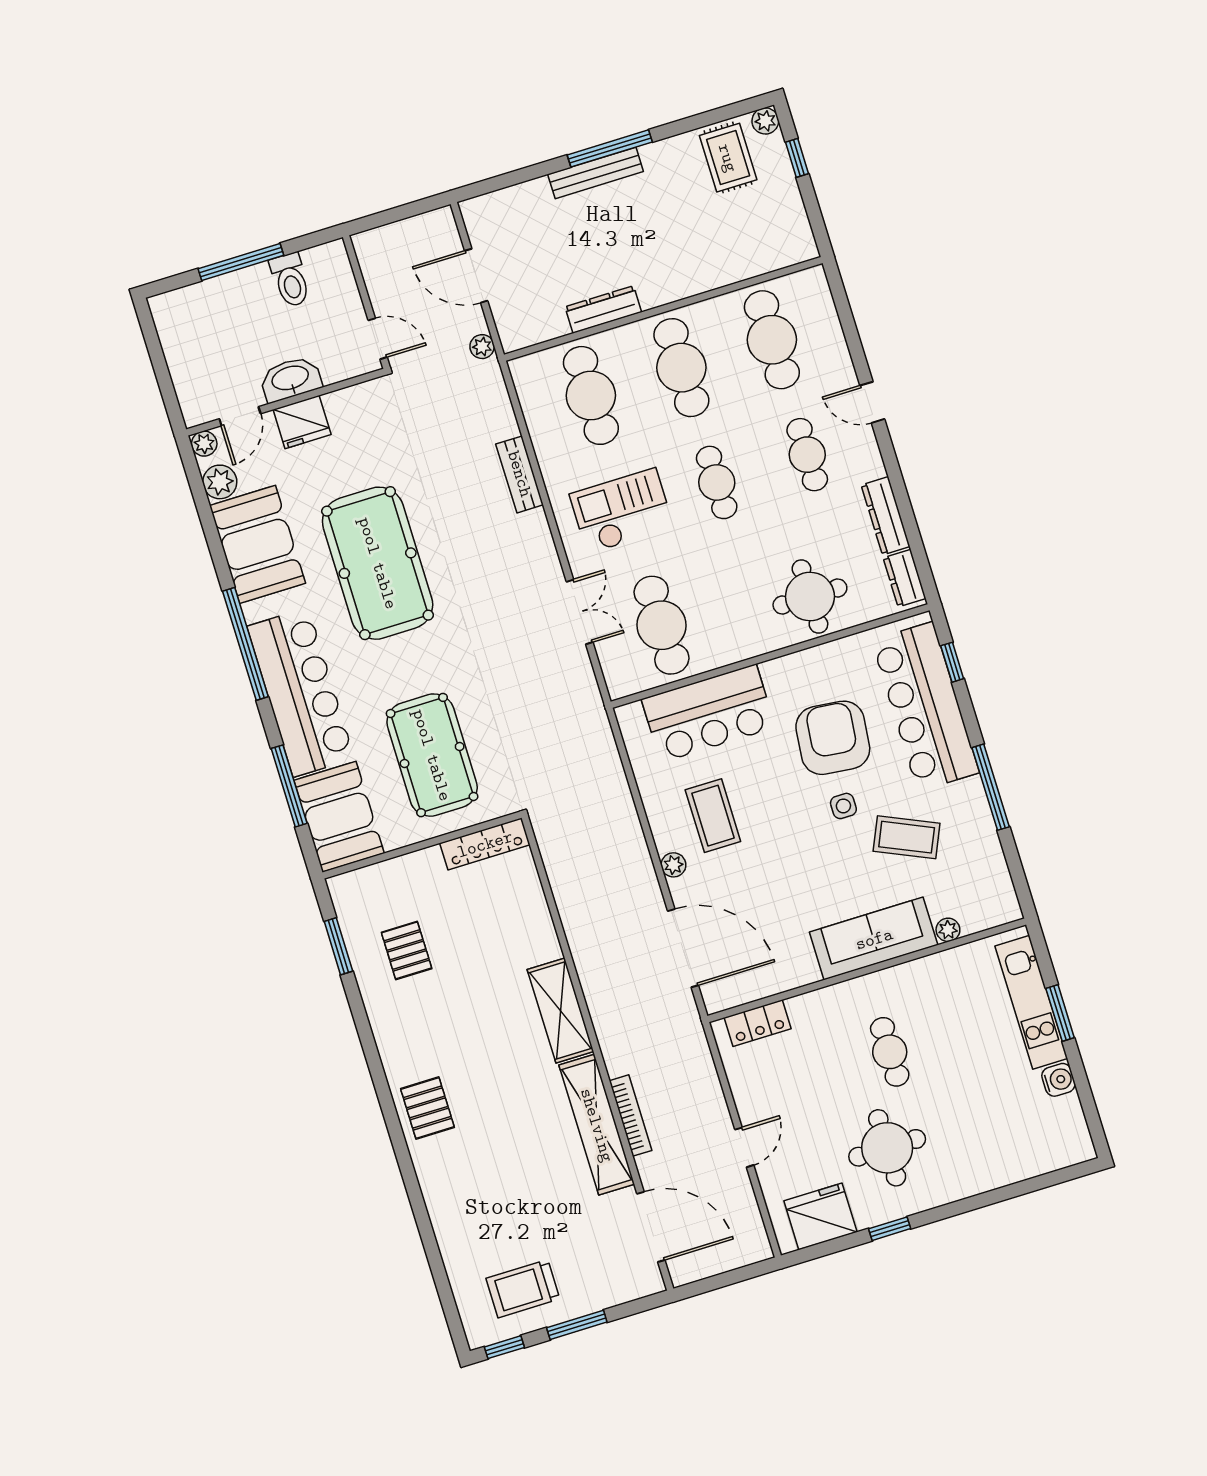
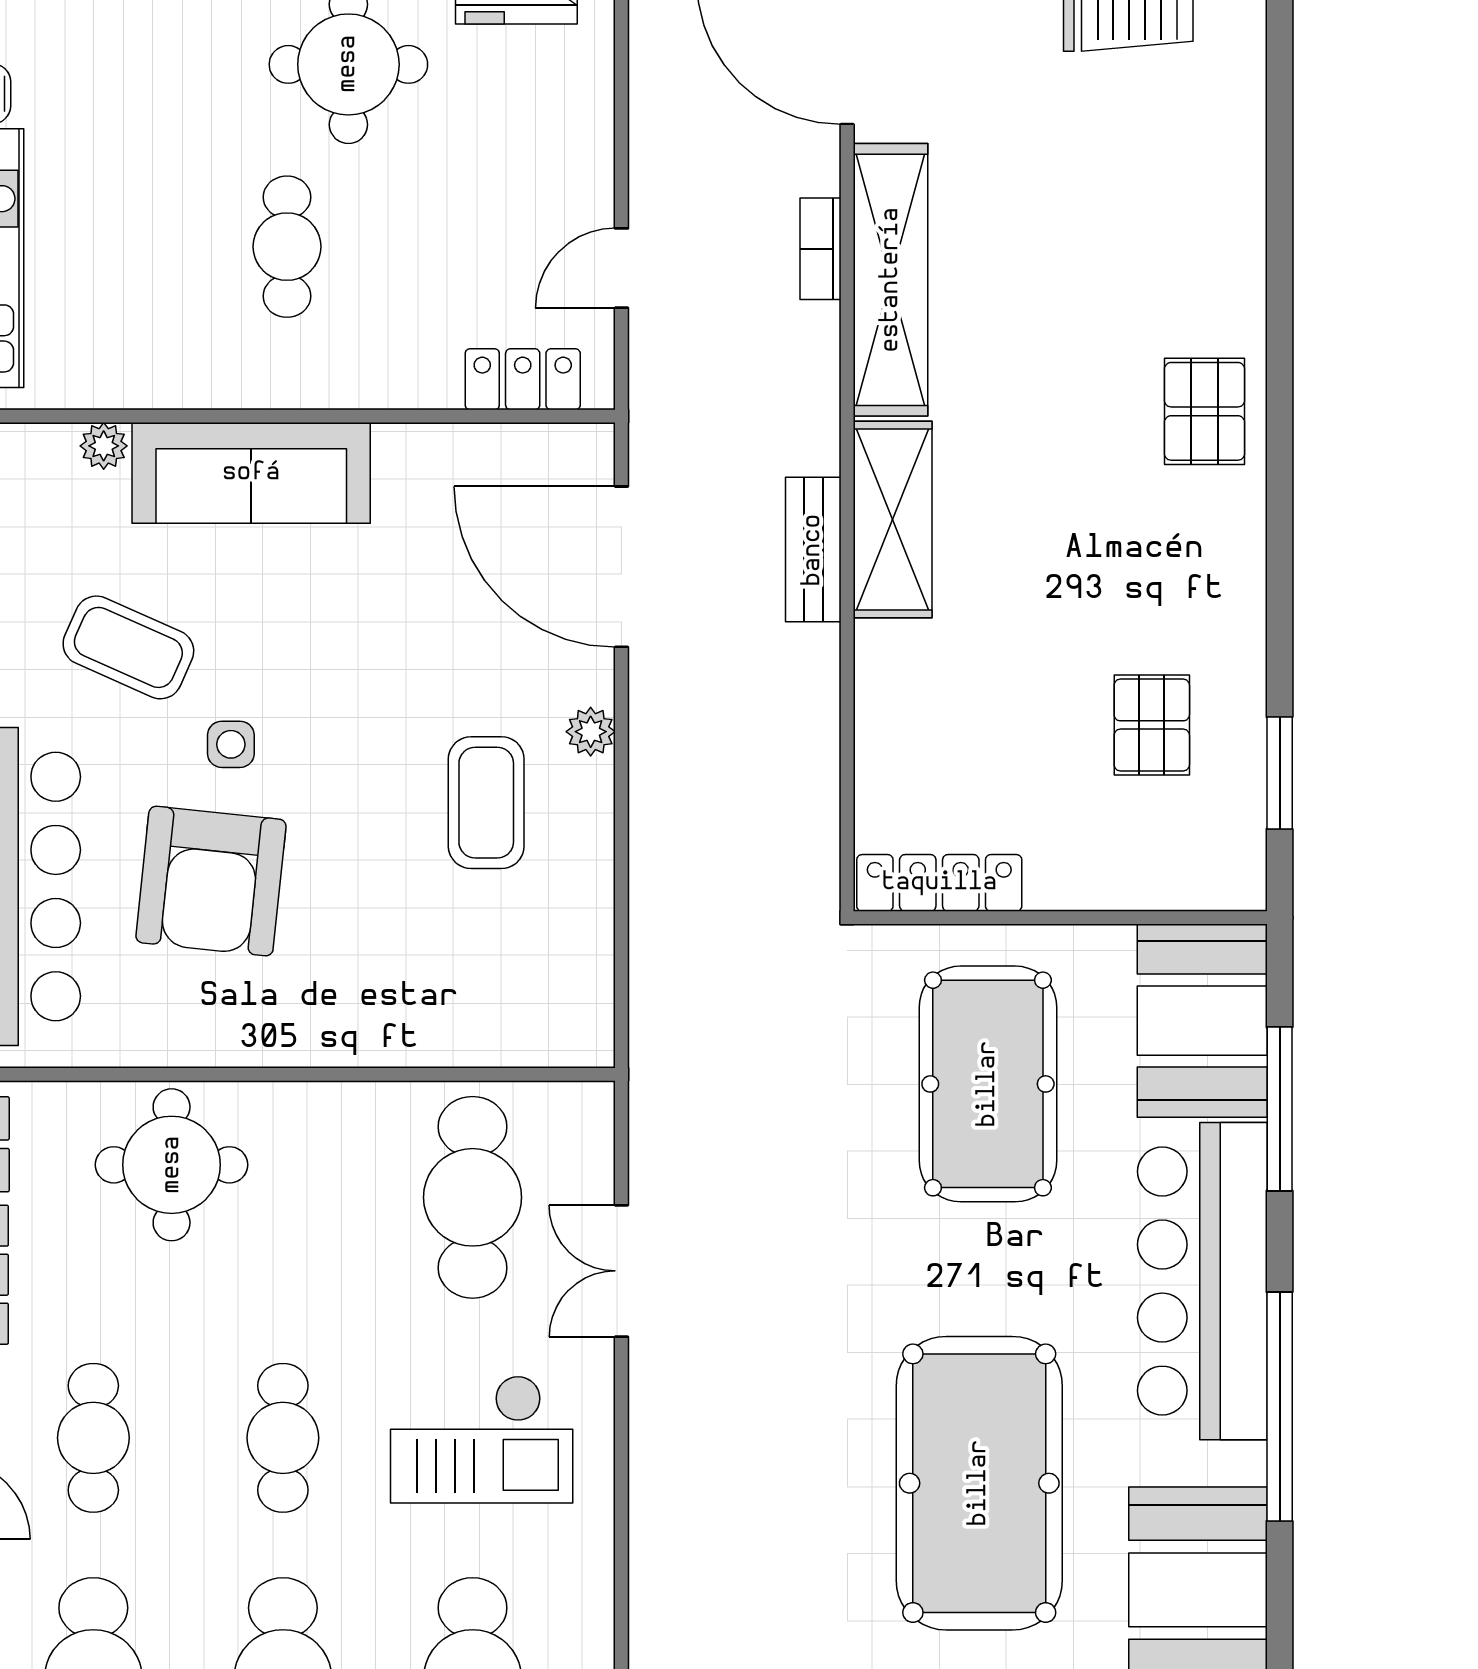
bench: (520, 474) -> (813, 550), moved
bar counter: (708, 713) -> (435, 1001), removed
bookcase: (631, 1116) -> (820, 249), width x0.64
door: (744, 1147) -> (621, 268), moved

